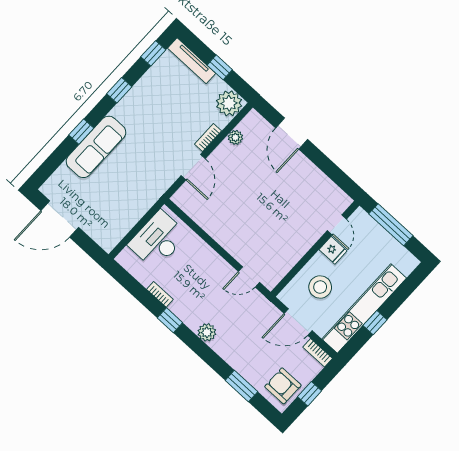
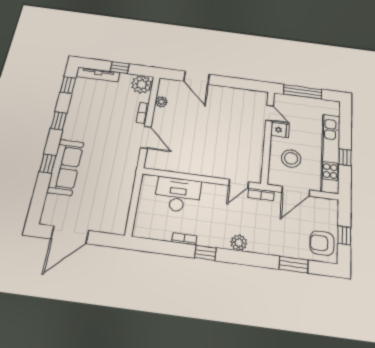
desk: (158, 240) -> (178, 195), moved, turned 90
bookcase: (318, 353) -> (261, 194), moved

